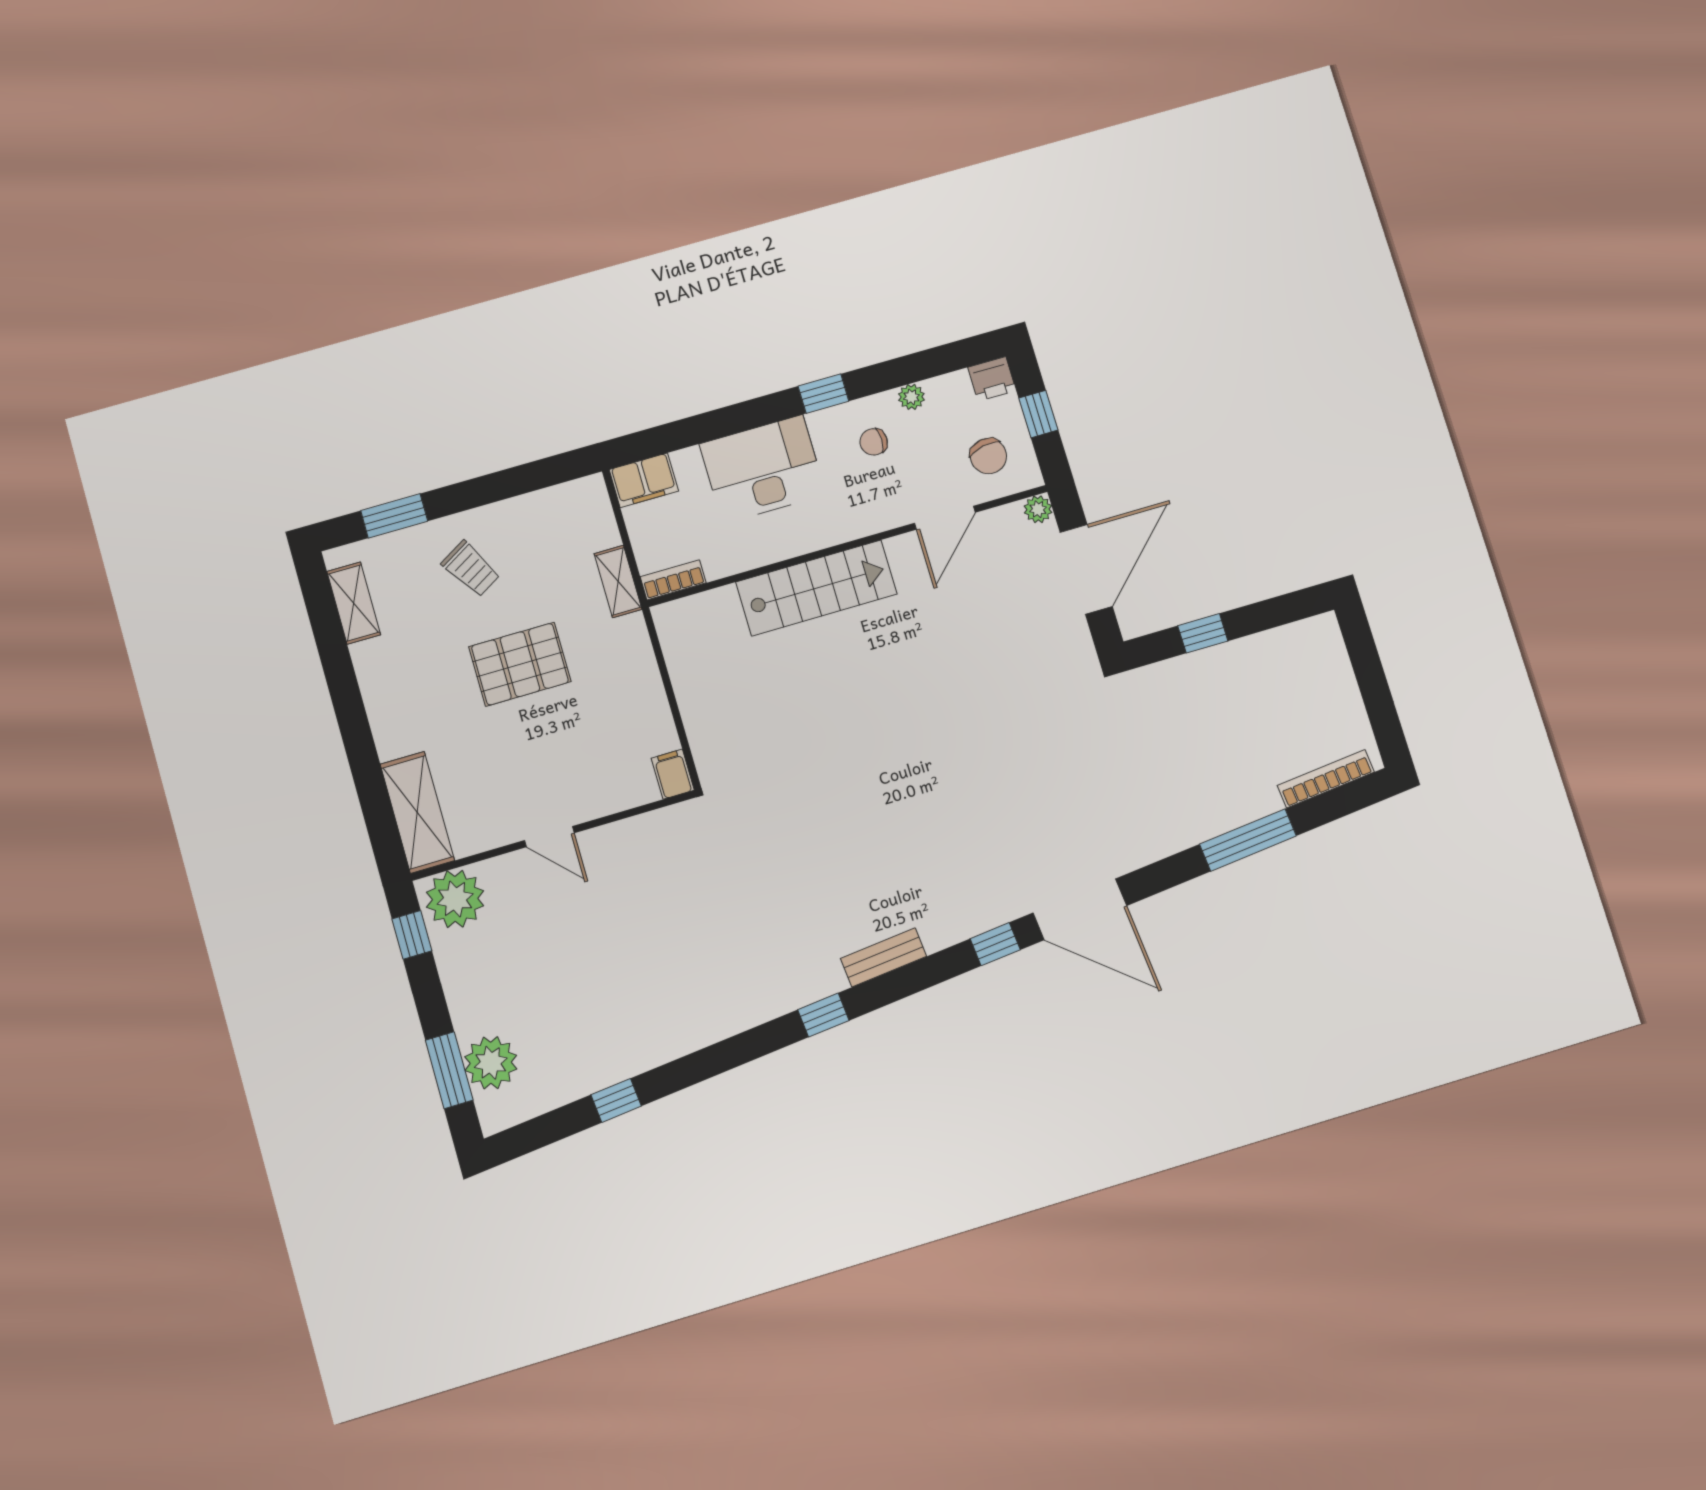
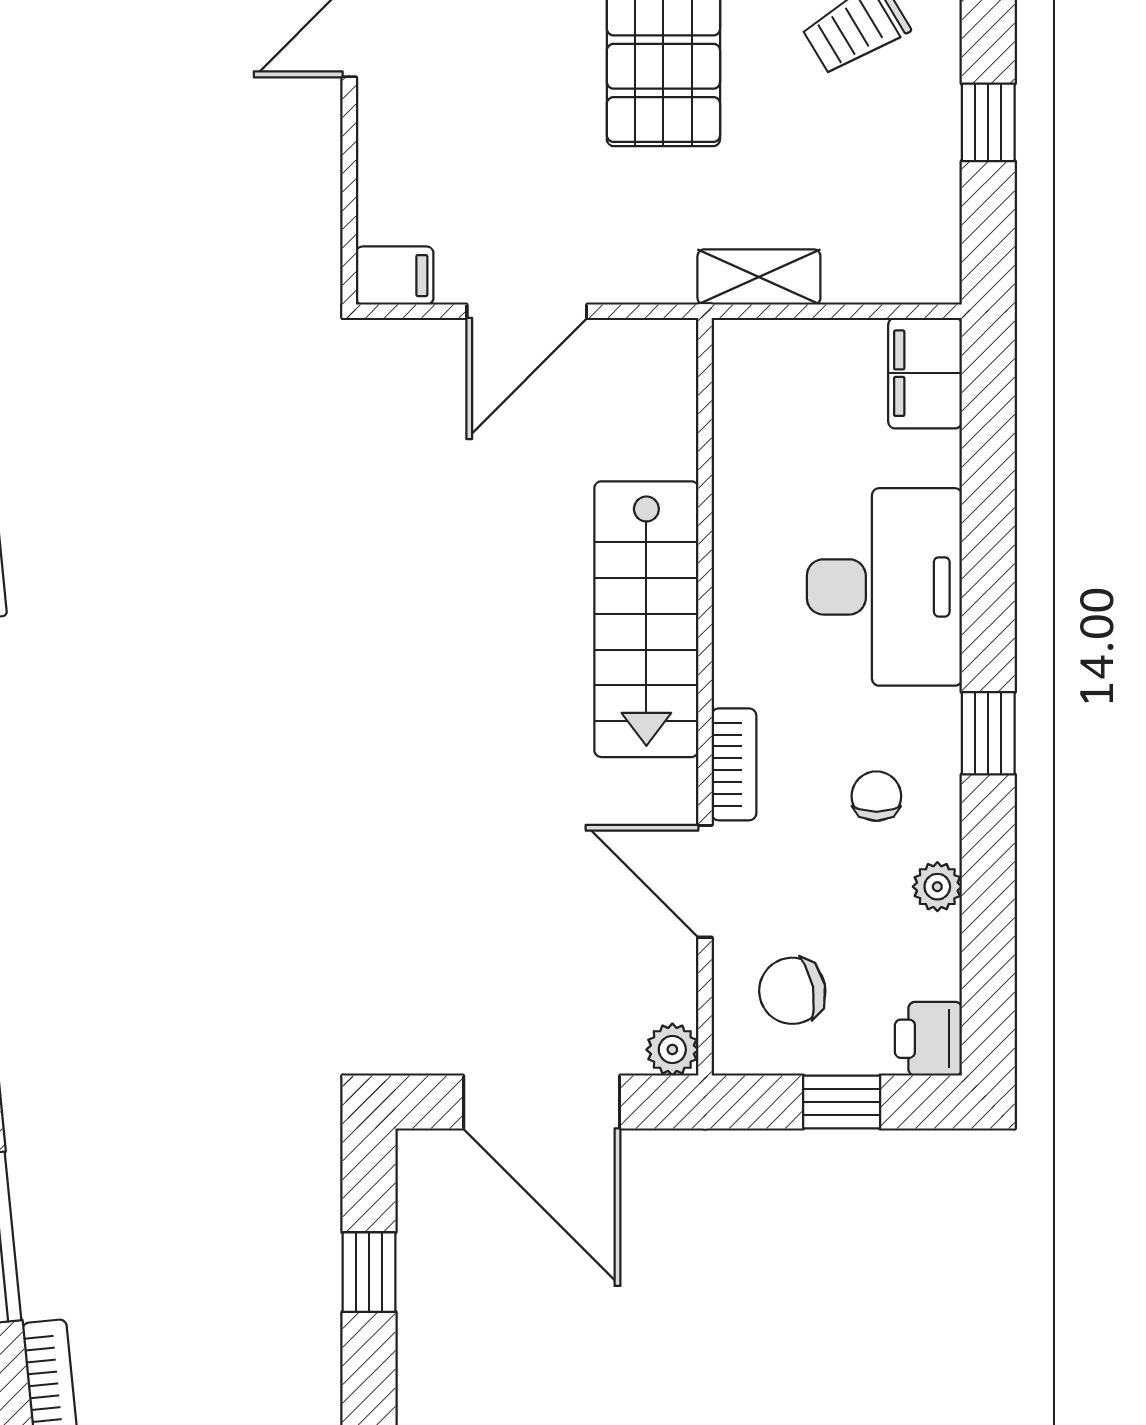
window: (502, 485) -> (988, 122), added
bookcase: (673, 580) -> (734, 764), moved
door: (672, 698) -> (527, 311), added

